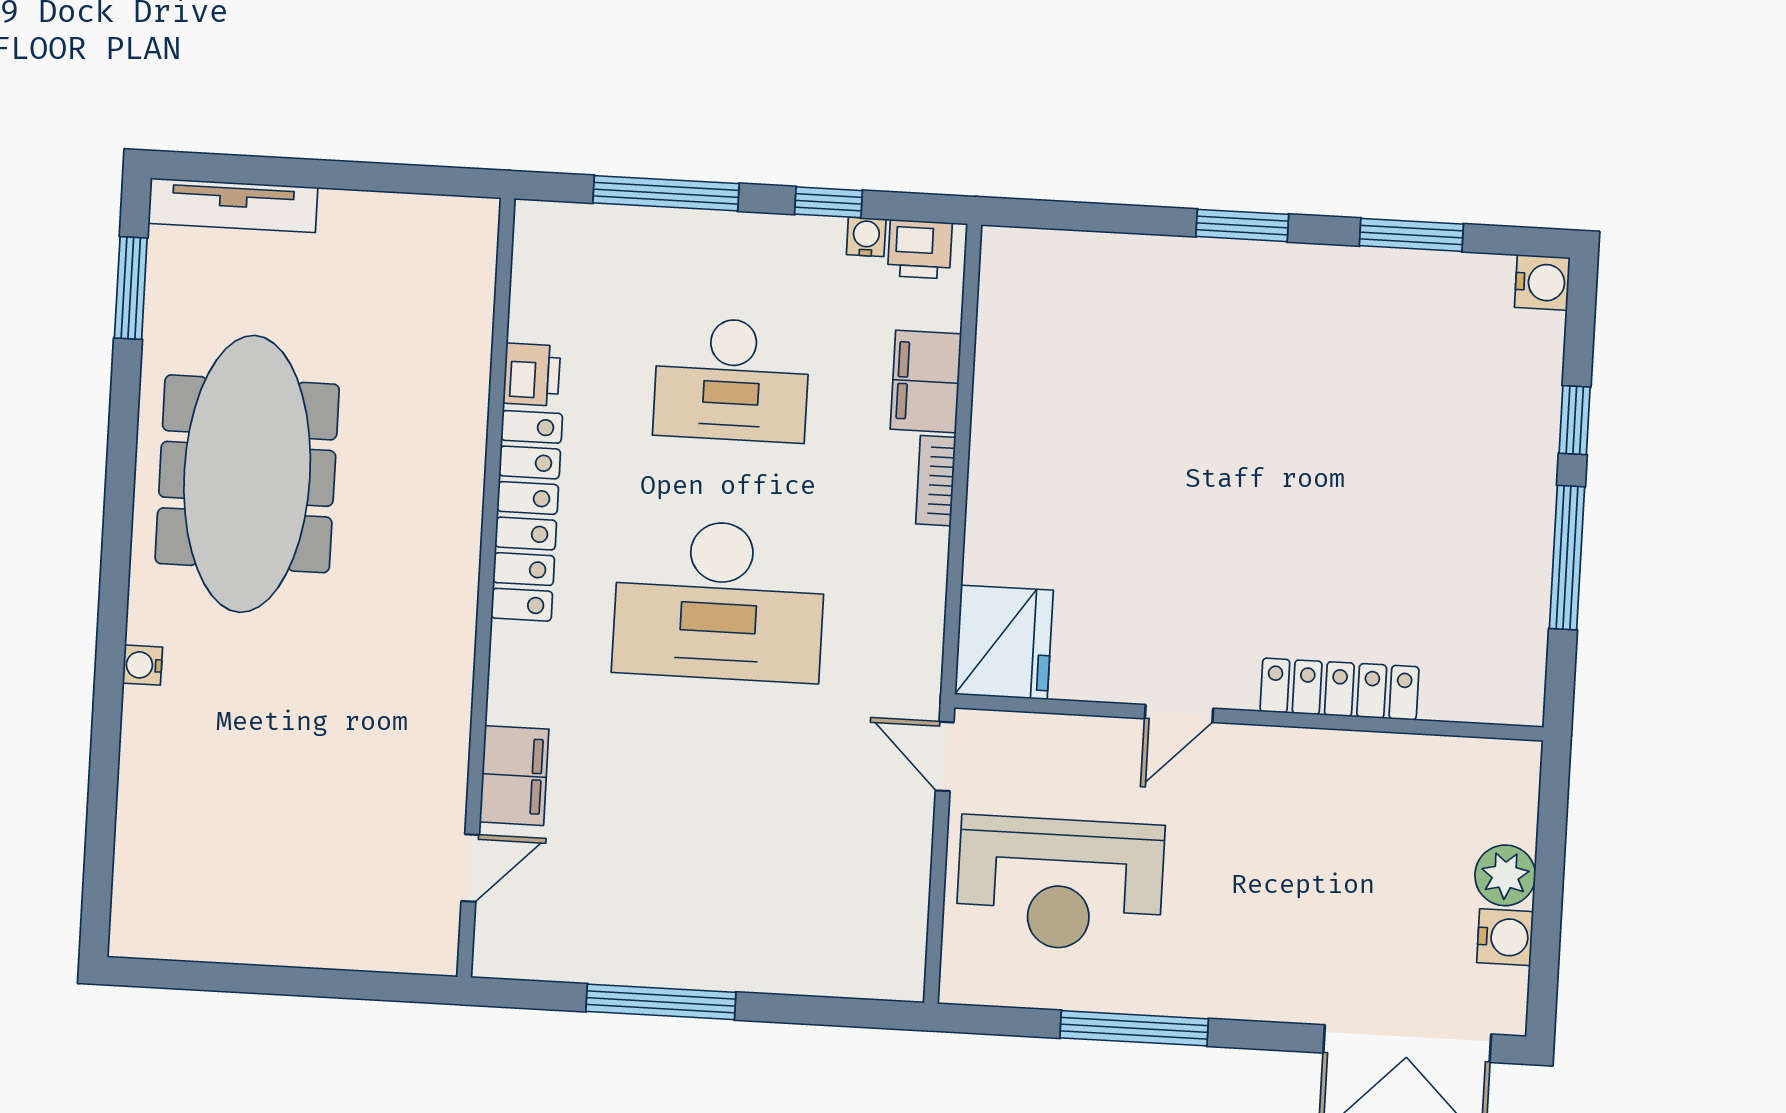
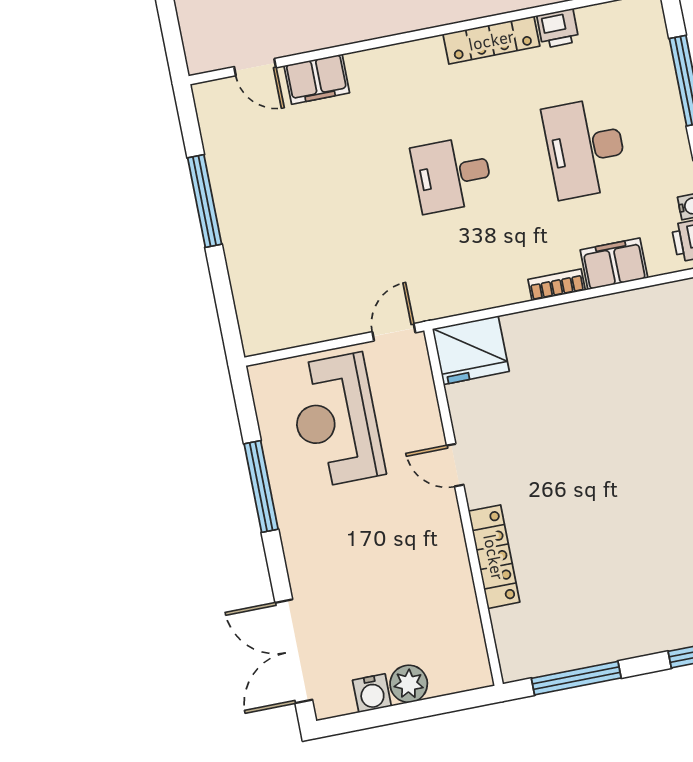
locker: (527, 516) -> (491, 40), width x0.71, depth x0.83
window: (1567, 558) -> (576, 678), moved
desk: (719, 601) -> (452, 174), width x0.53, depth x0.77

